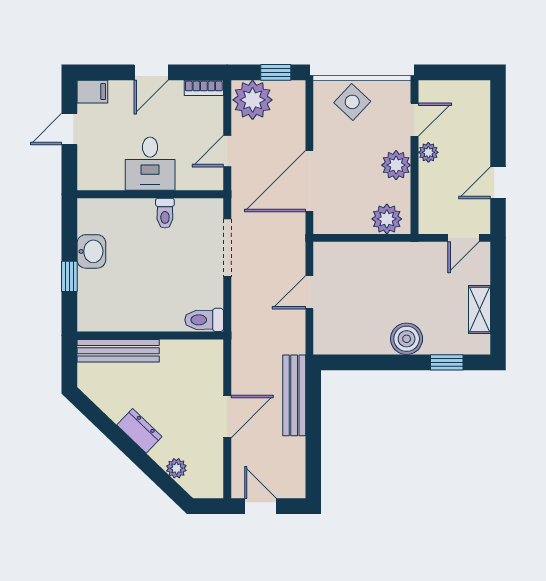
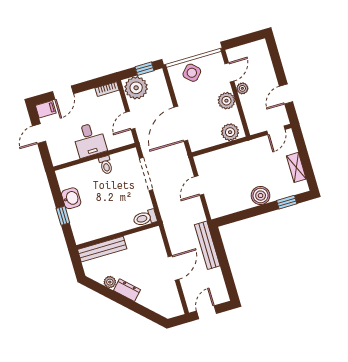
door: (151, 72) -> (63, 93), moved
plant: (176, 468) -> (110, 282), moved
door: (261, 506) -> (207, 312), hinge flipped

